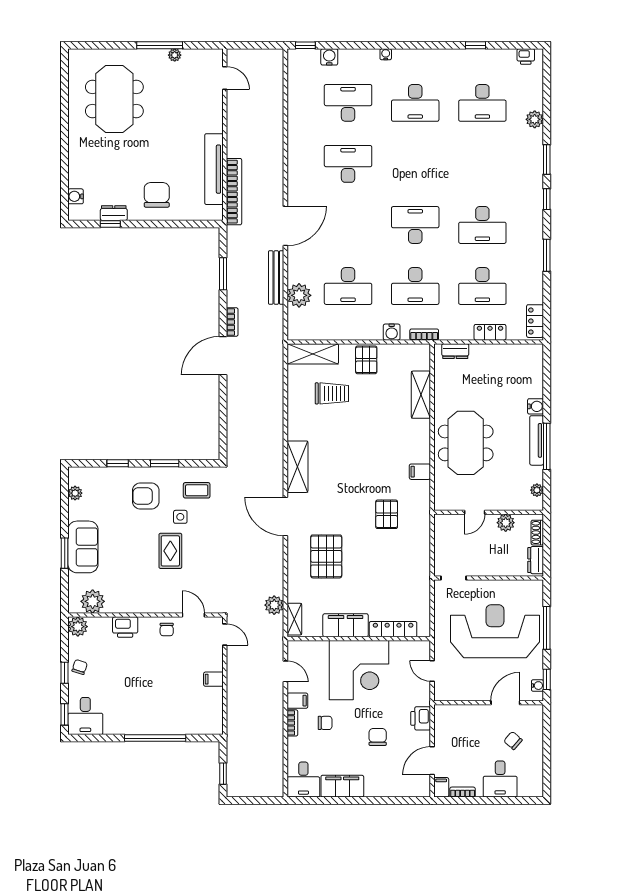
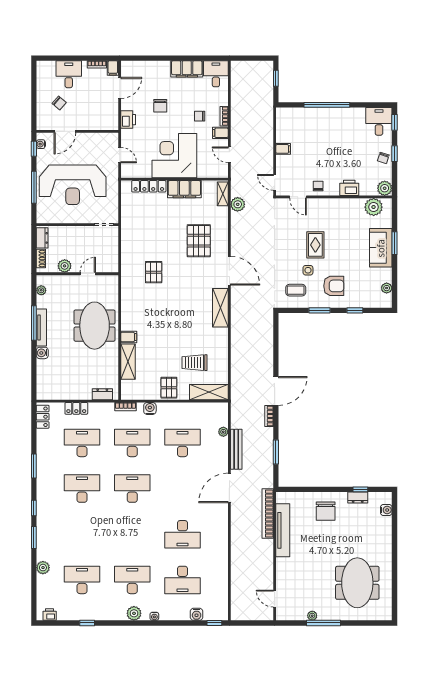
plant: (413, 58) -> (134, 613), added
desk: (415, 225) -> (132, 489), turned 180
plant: (299, 295) -> (223, 432), width x0.53, depth x0.53
filing cabinet: (420, 472) -> (129, 337), moved

